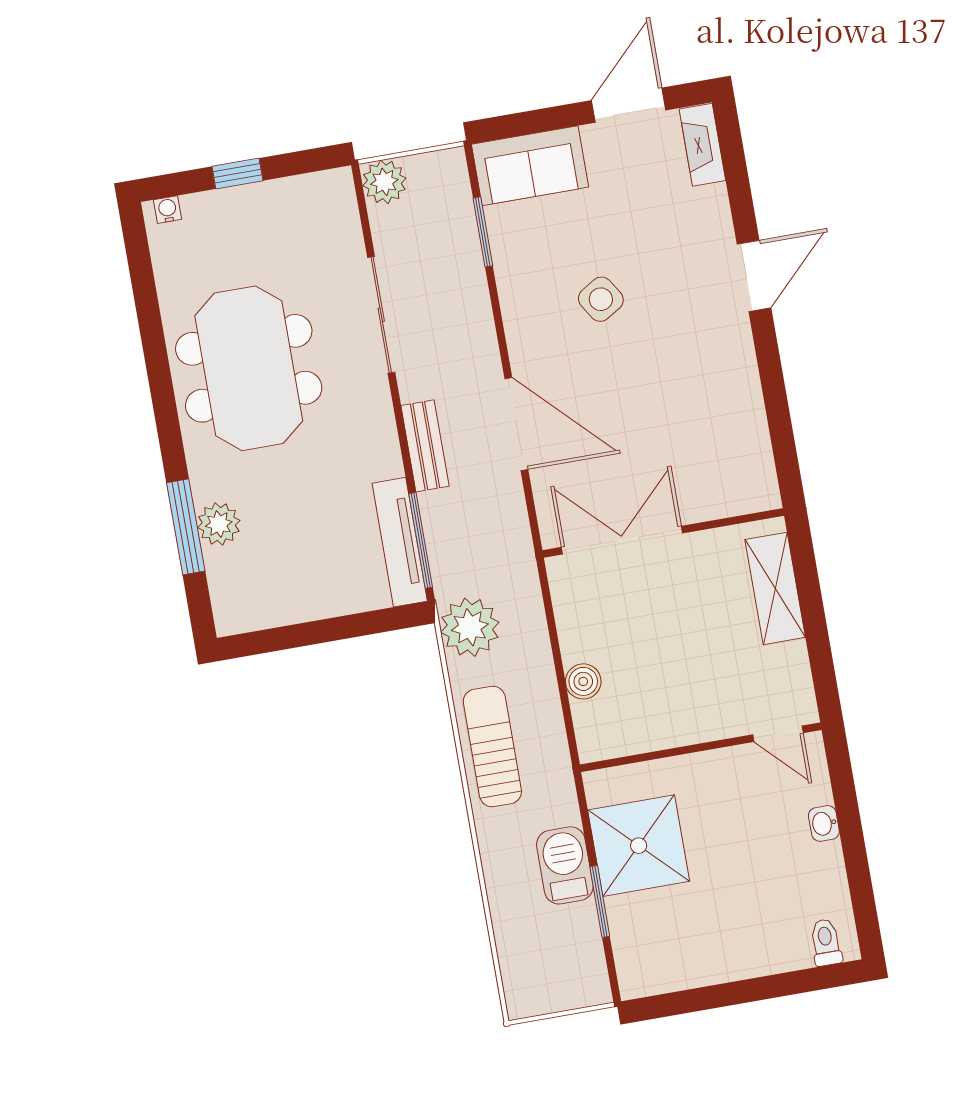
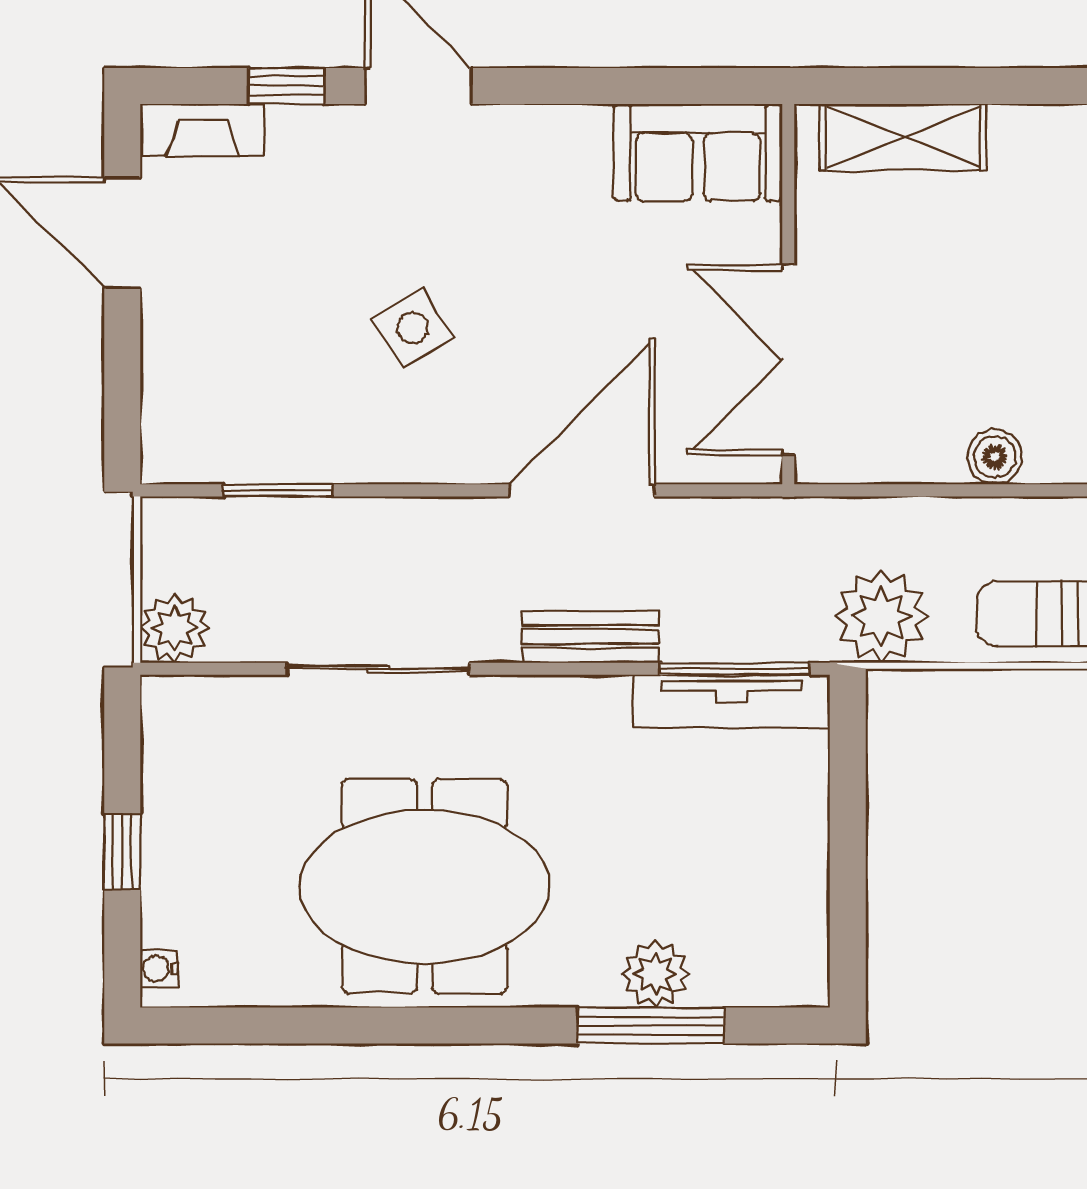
sofa: (530, 166) -> (698, 153), moved, turned 90
window: (739, 193) -> (286, 86), added

